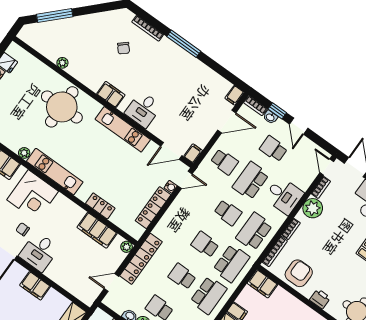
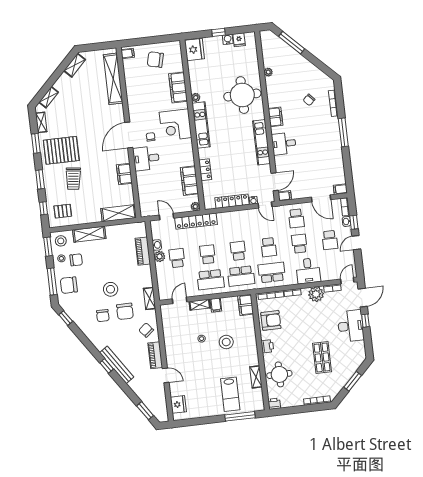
school desk: (273, 149) -> (330, 240), turned 180
door: (171, 151) -> (275, 182), swing flipped
school desk: (251, 181) -> (299, 244), width x0.54

